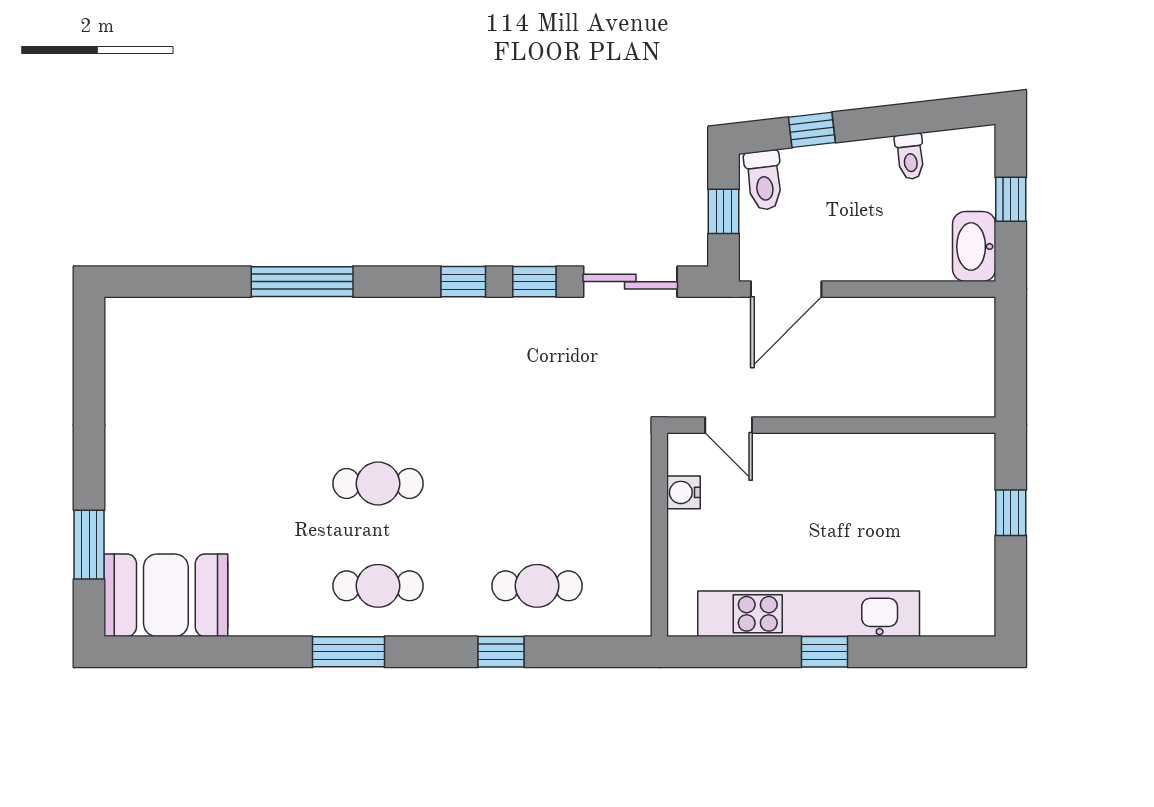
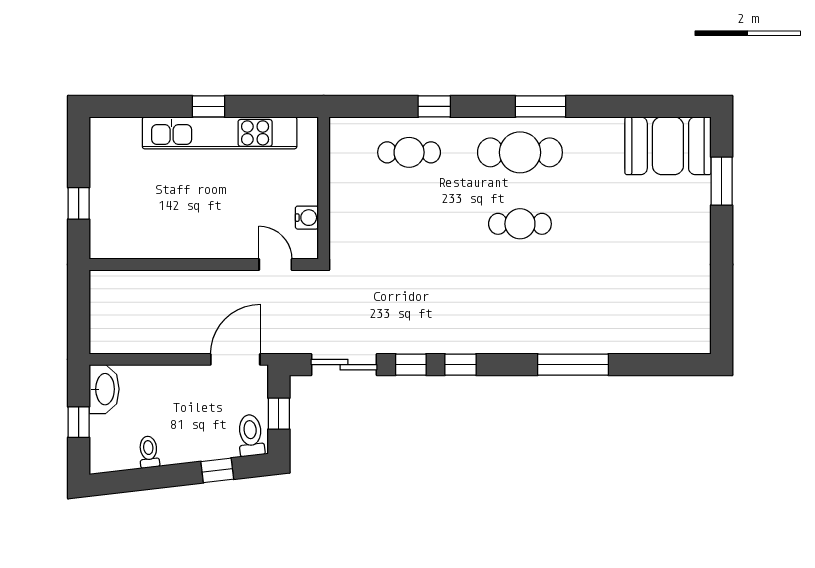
cafe table: (378, 586) -> (520, 152), width x1.37, depth x1.35

